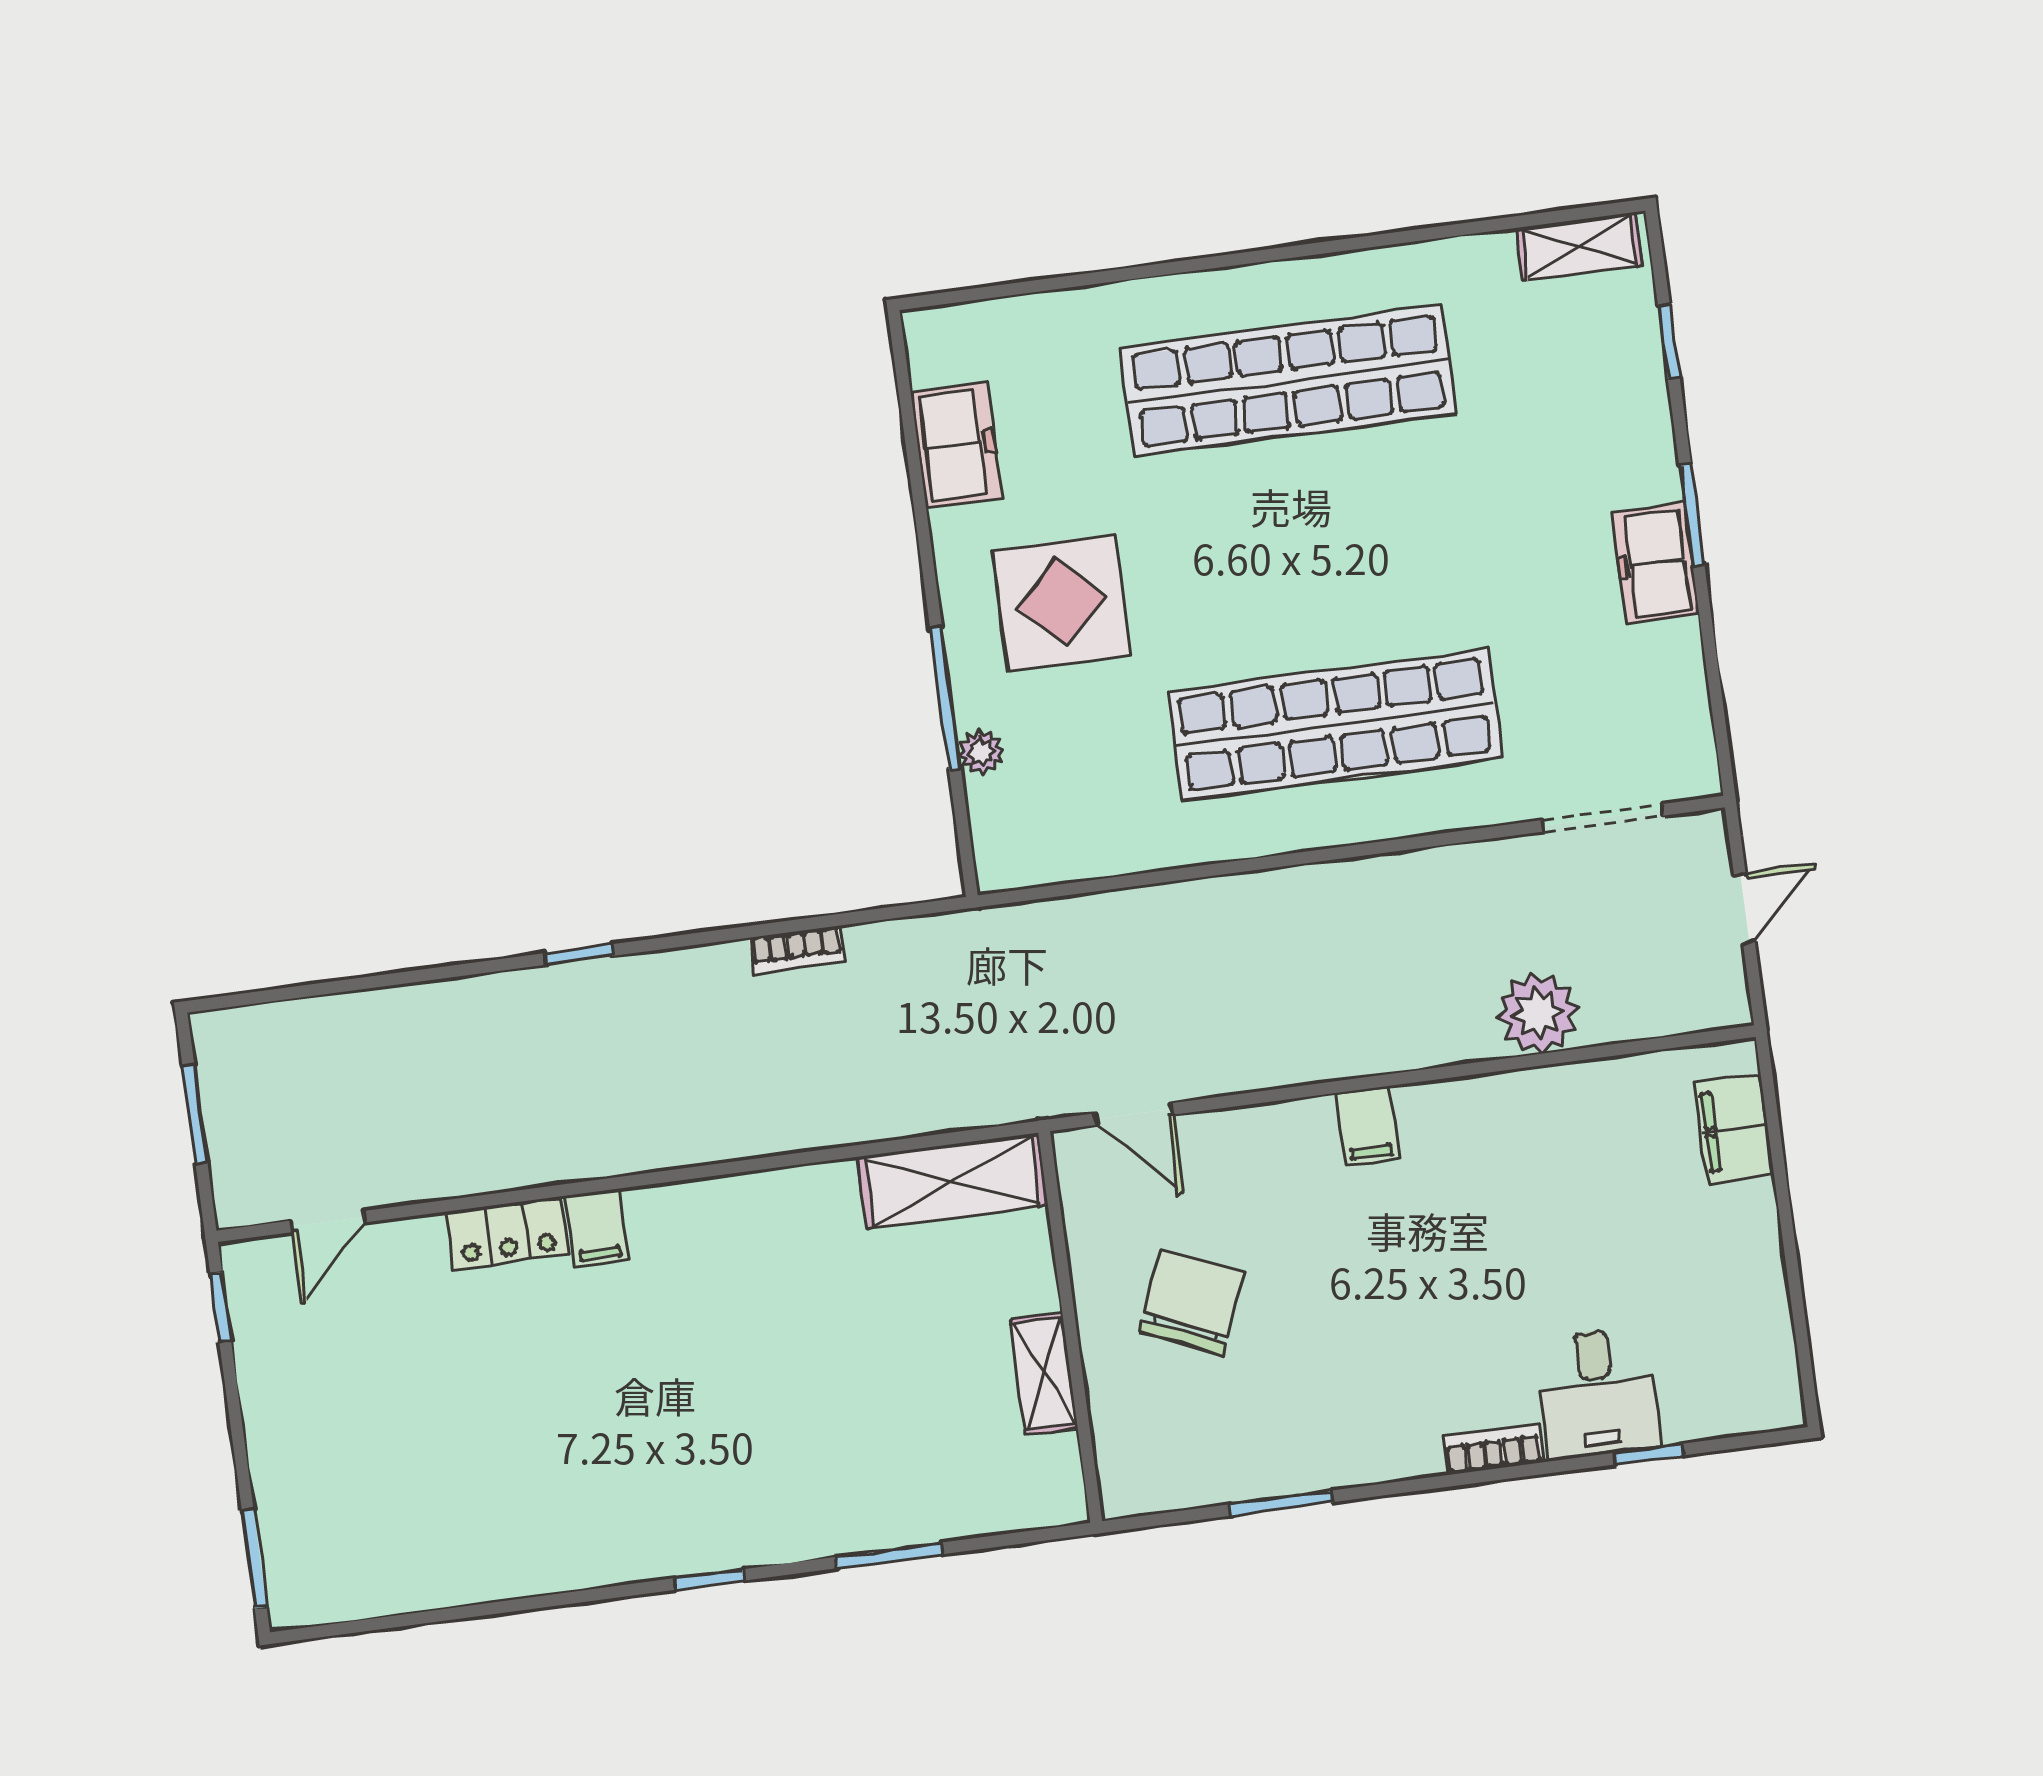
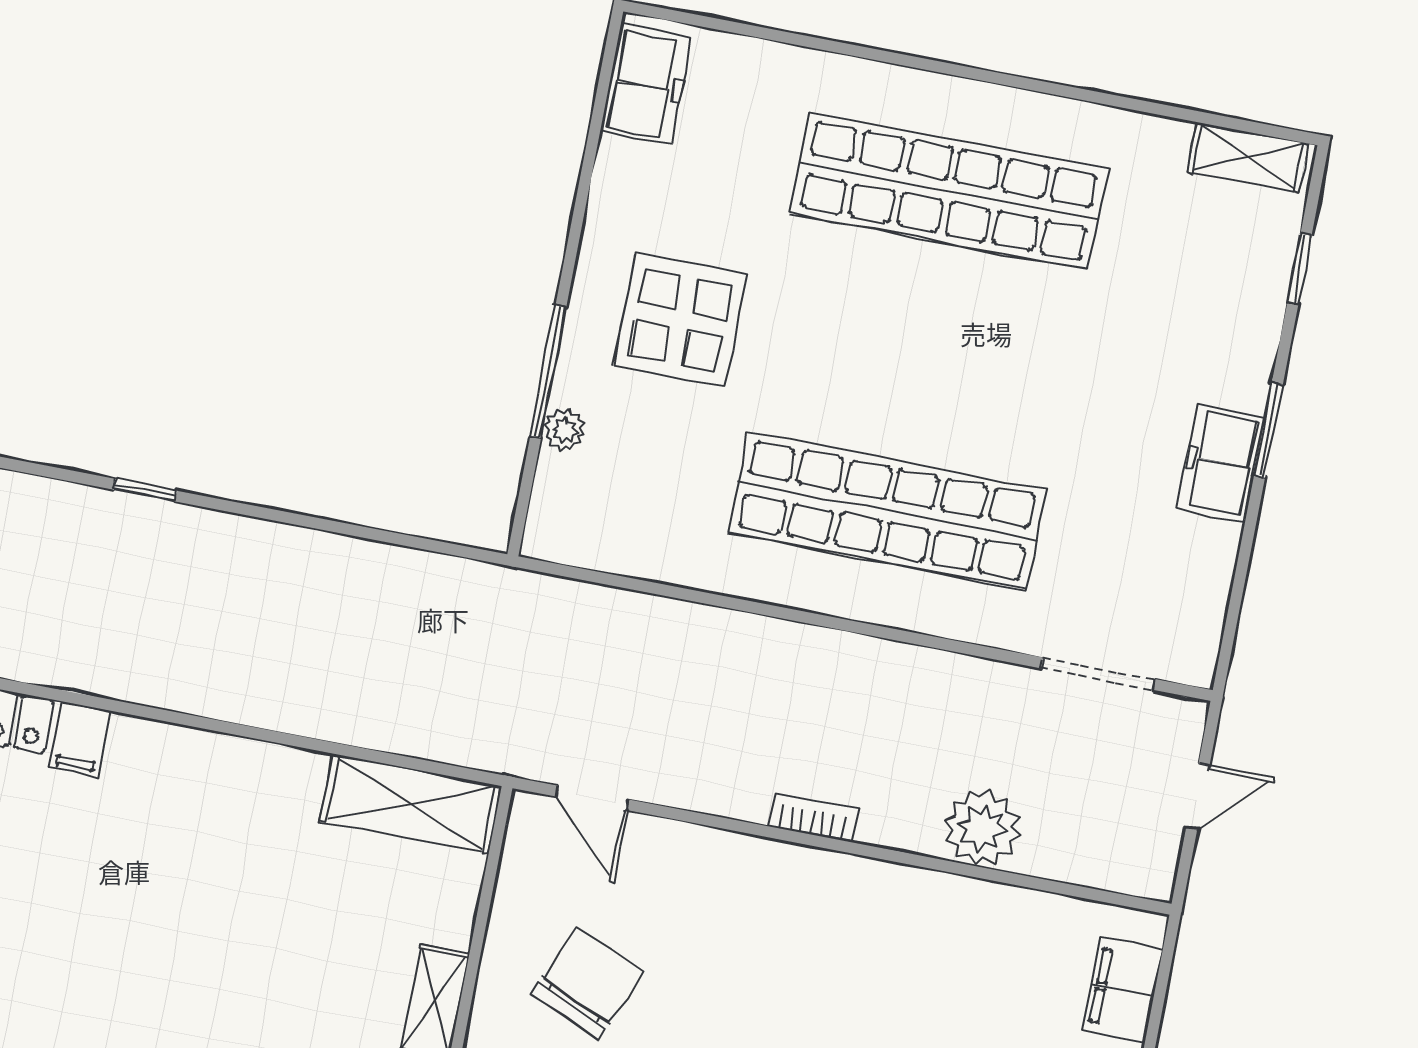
freezer: (956, 445) -> (645, 85), moved
bookcase: (796, 950) -> (814, 818), moved, turned 180
filing cabinet: (1368, 1126) -> (797, 878), removed

